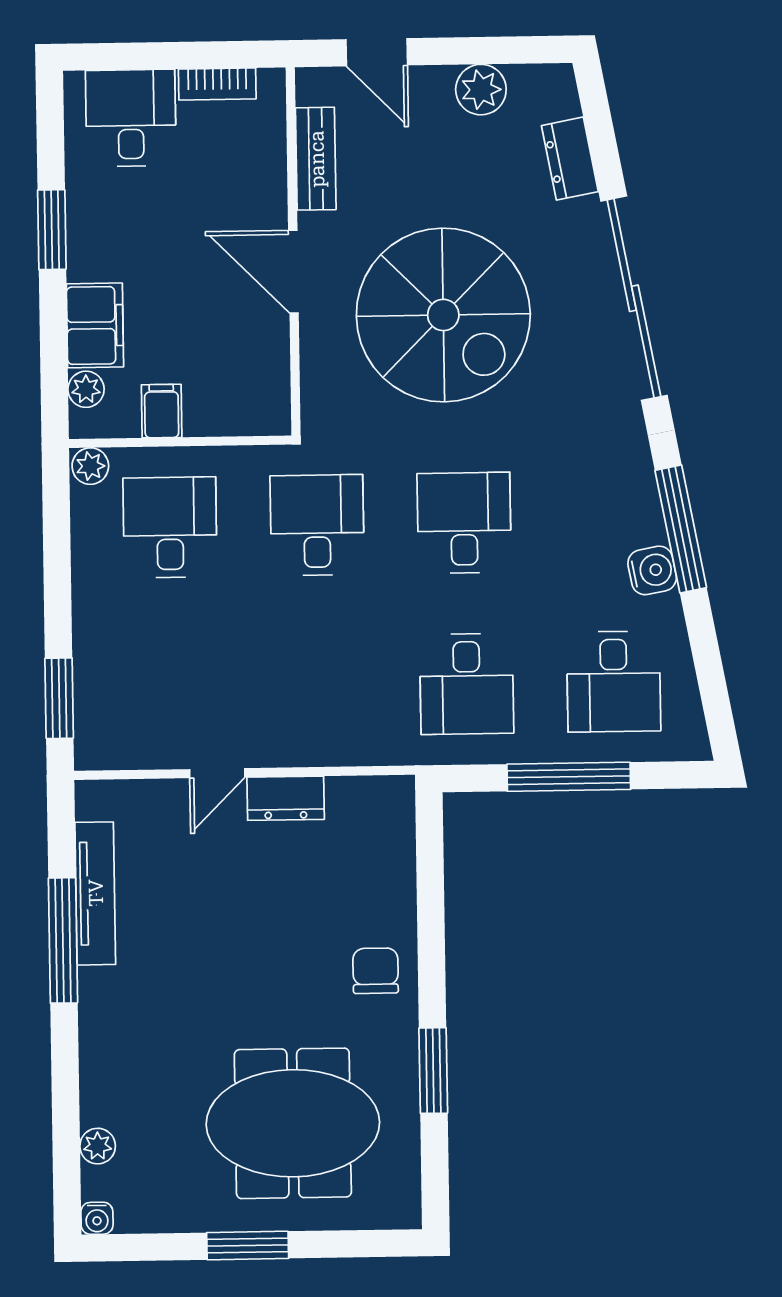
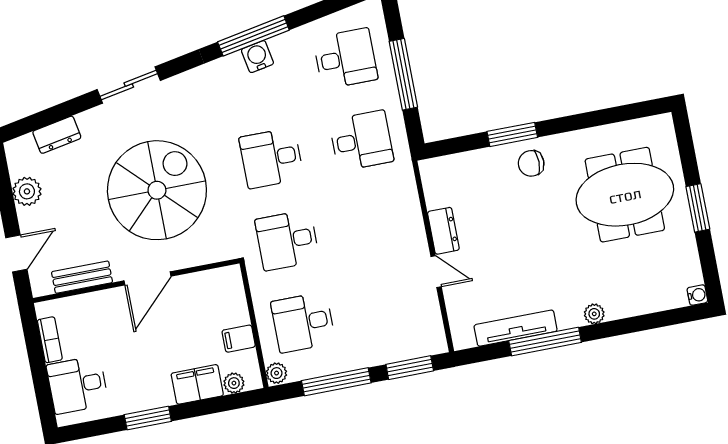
sliding door: (634, 298) -> (129, 85), width x0.54
window: (57, 567) -> (336, 382), added
water cooler: (652, 570) -> (257, 57), moved
window: (433, 1071) -> (512, 134), moved
meeting table: (293, 1123) -> (625, 195), turned 90
plant: (98, 1146) -> (594, 314), moved

